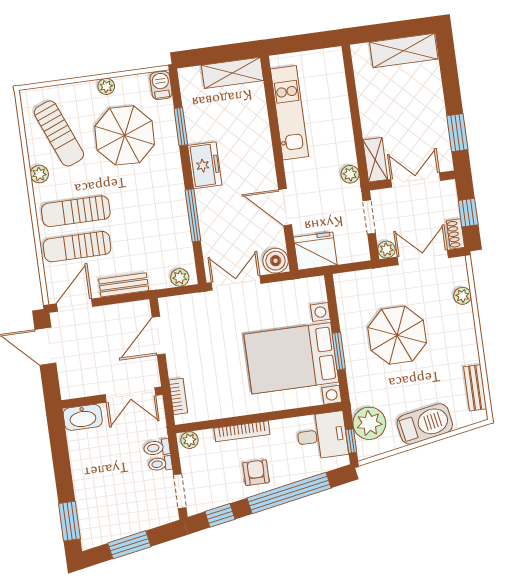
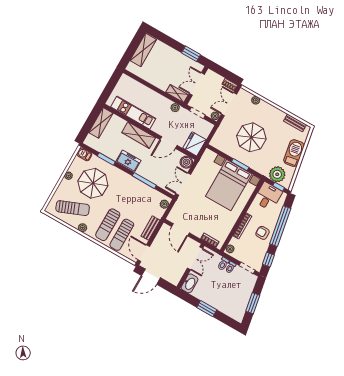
shelving: (260, 149) -> (139, 135), added
window: (468, 213) -> (225, 73), removed
window: (69, 521) -> (207, 309), moved

